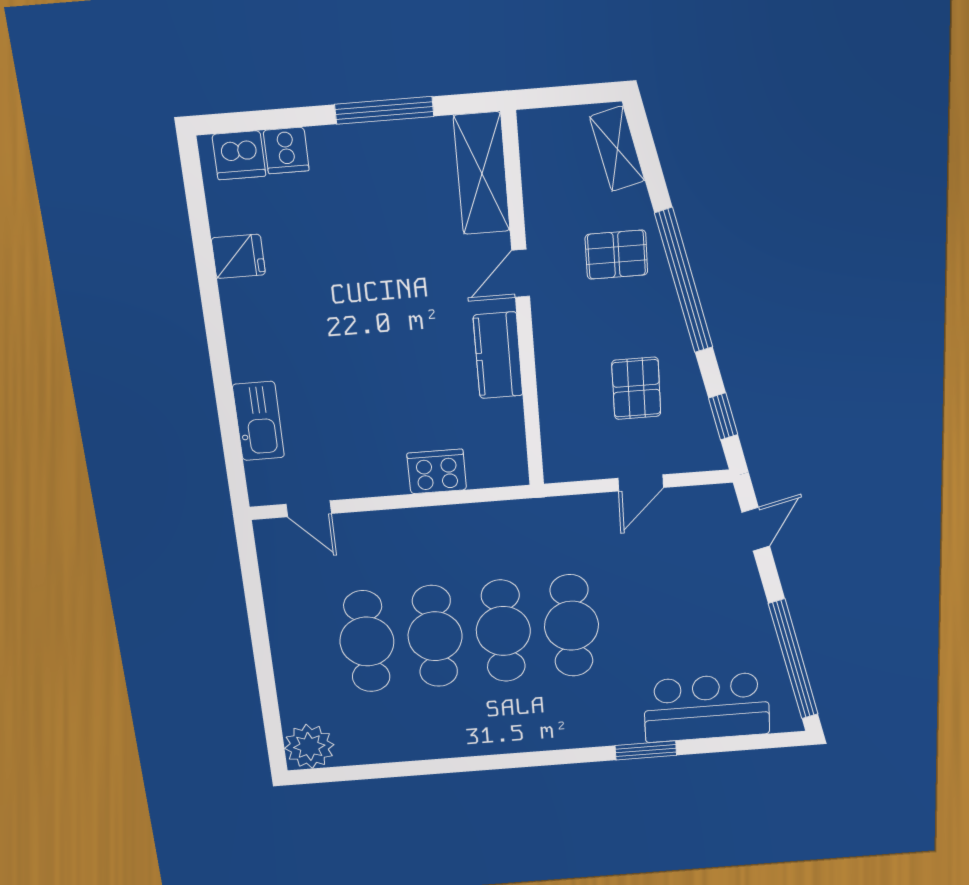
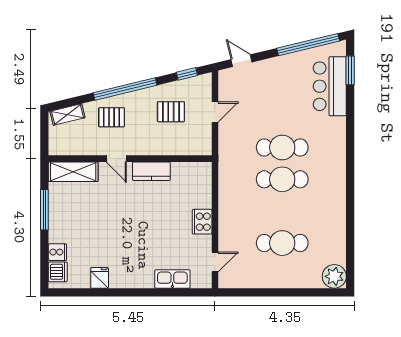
pallet: (616, 255) -> (112, 117), turned 90
cooker: (437, 472) -> (202, 222), moved
door: (641, 483) -> (215, 112), hinge flipped
cafe table: (435, 636) -> (282, 211), removed
window: (646, 750) -> (350, 70), moved

